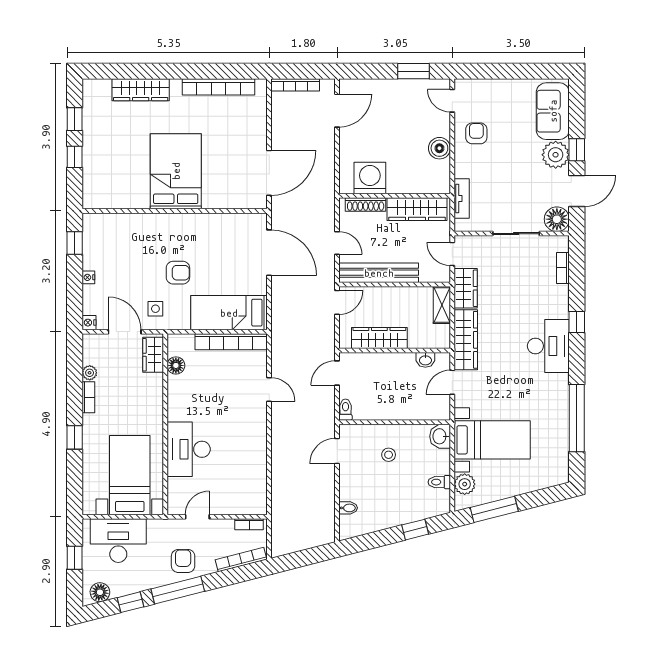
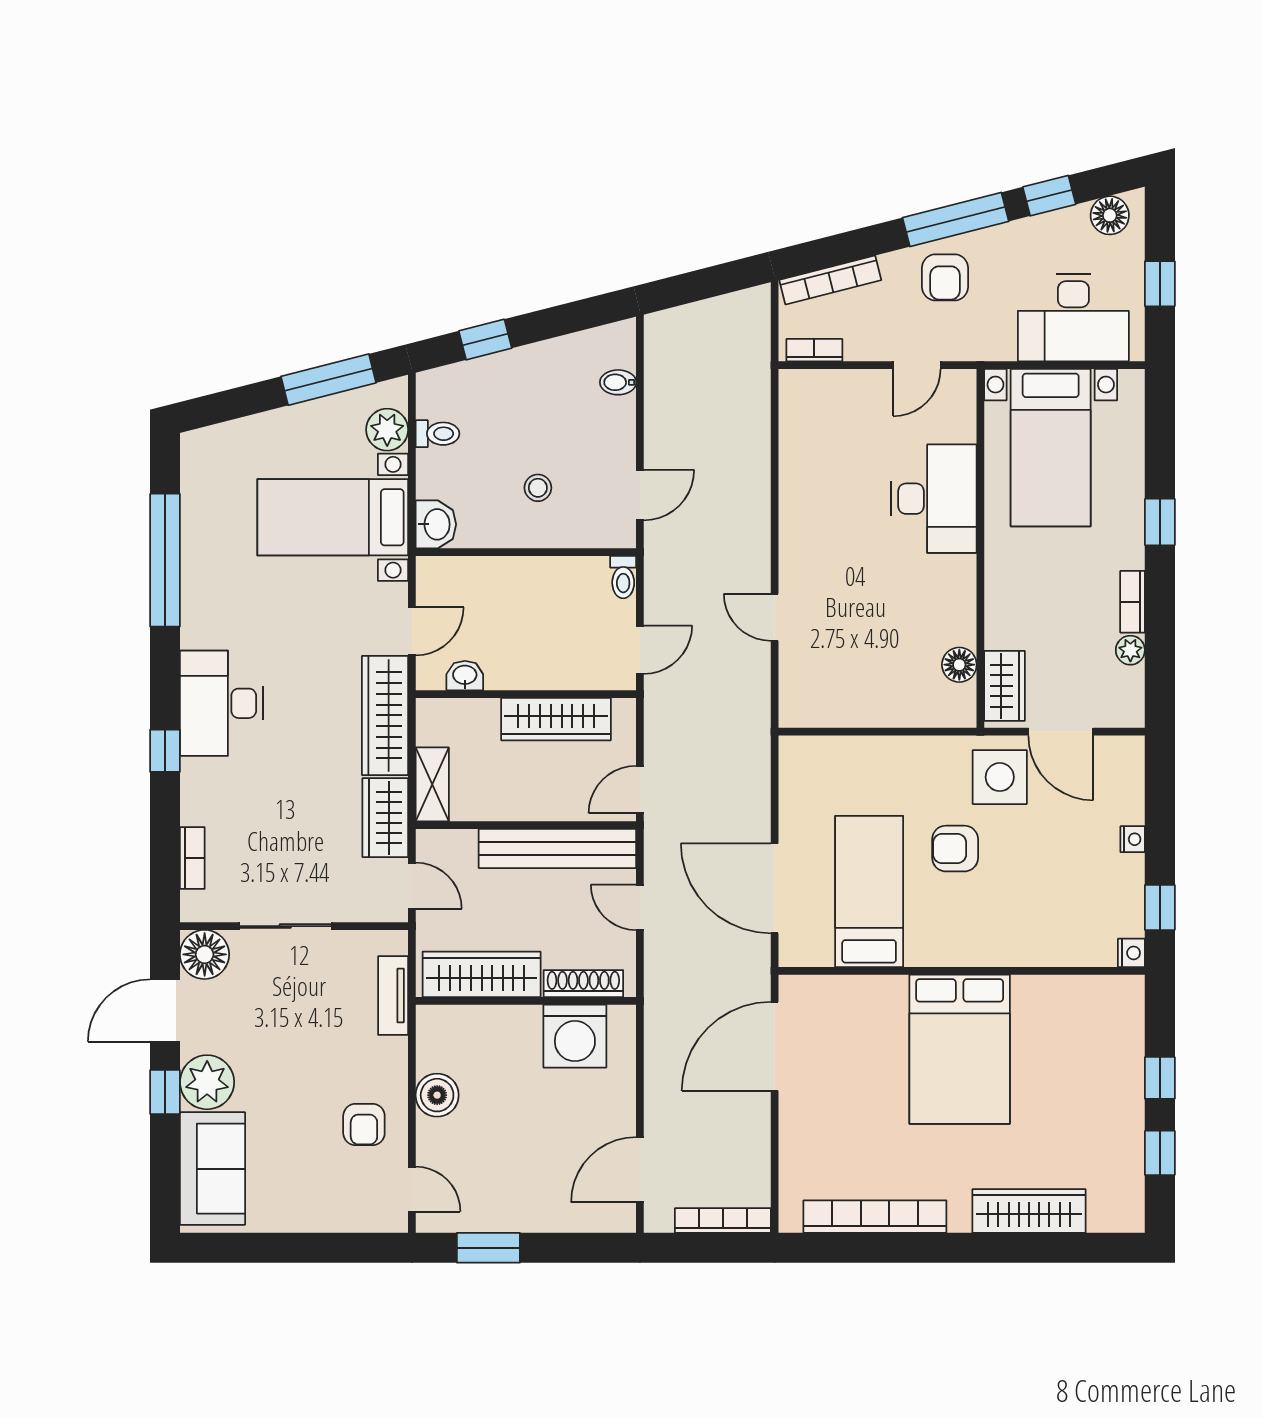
side table: (155, 309) -> (1000, 777), width x1.87, depth x1.87
bed: (229, 313) -> (869, 892), moved, turned -90
nightstand: (89, 323) -> (1131, 953), moved
bookcase: (231, 342) -> (850, 712), removed

